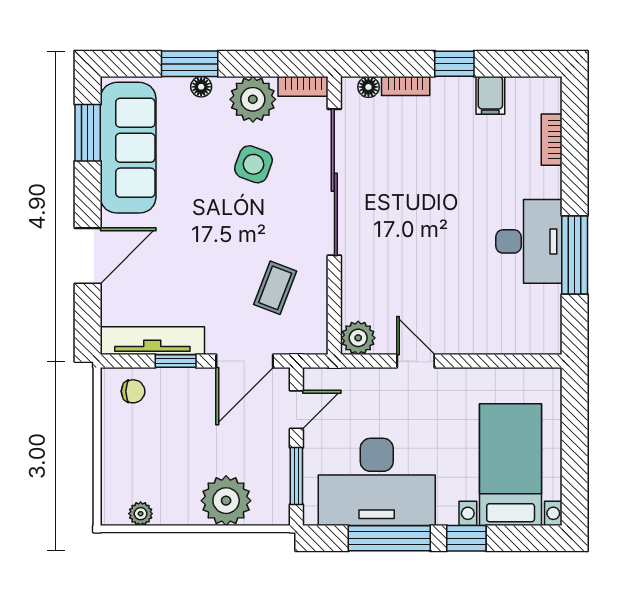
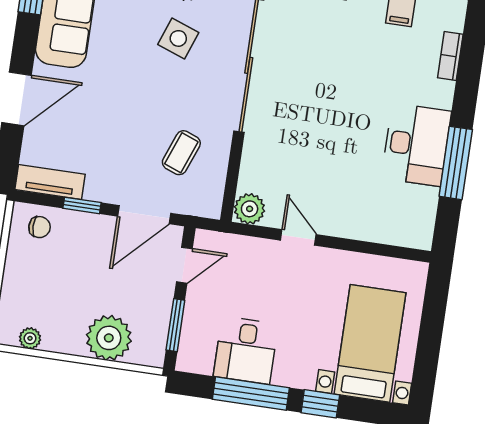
tv unit: (152, 341) -> (50, 182), width x0.71
desk: (377, 482) -> (246, 350), width x0.53, depth x0.77

